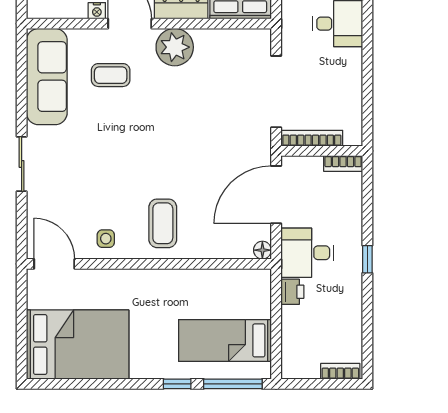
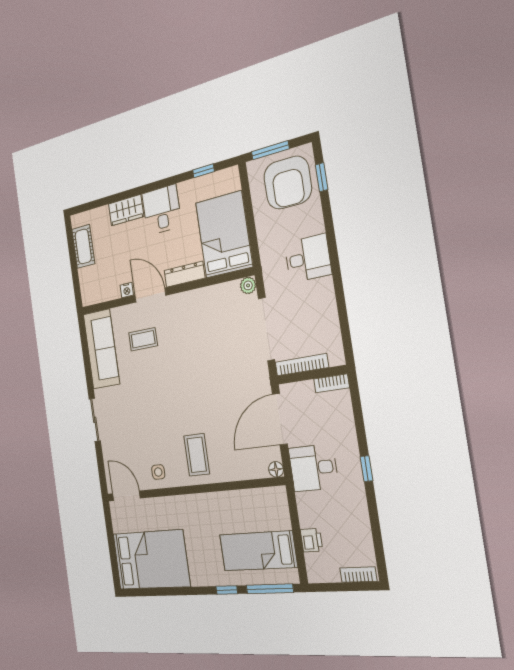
plant: (175, 47) -> (248, 285), moved, width x0.53, depth x0.53
printer: (292, 292) -> (311, 540), moved

